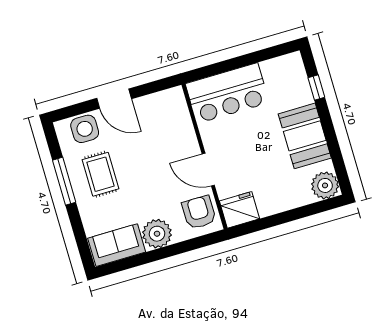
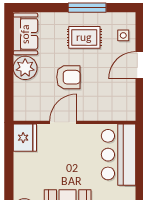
side table: (85, 129) -> (123, 35), width x0.54, depth x0.54
armchair: (199, 212) -> (68, 77), moved

